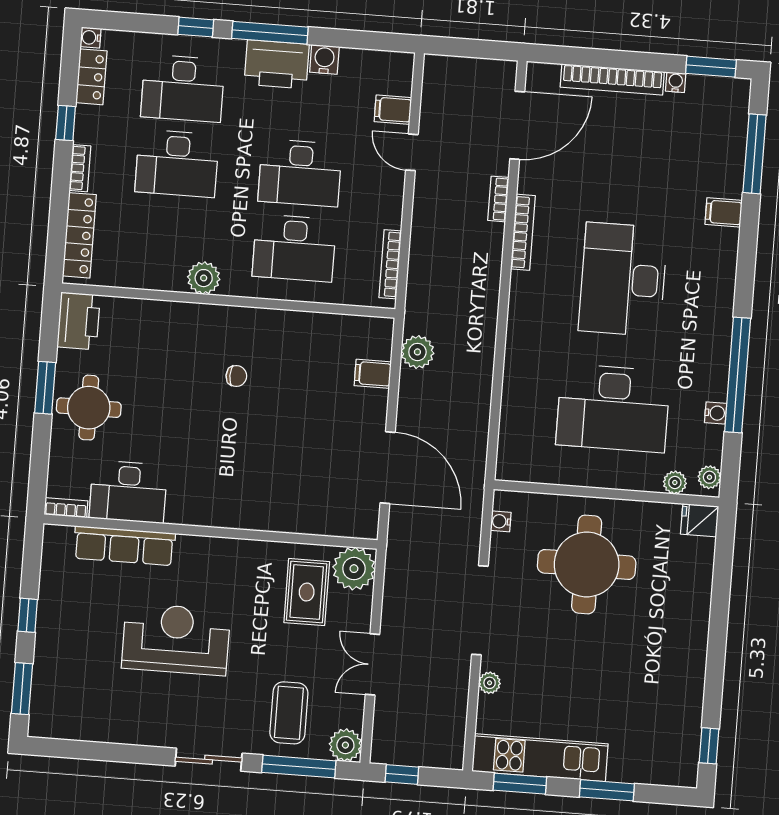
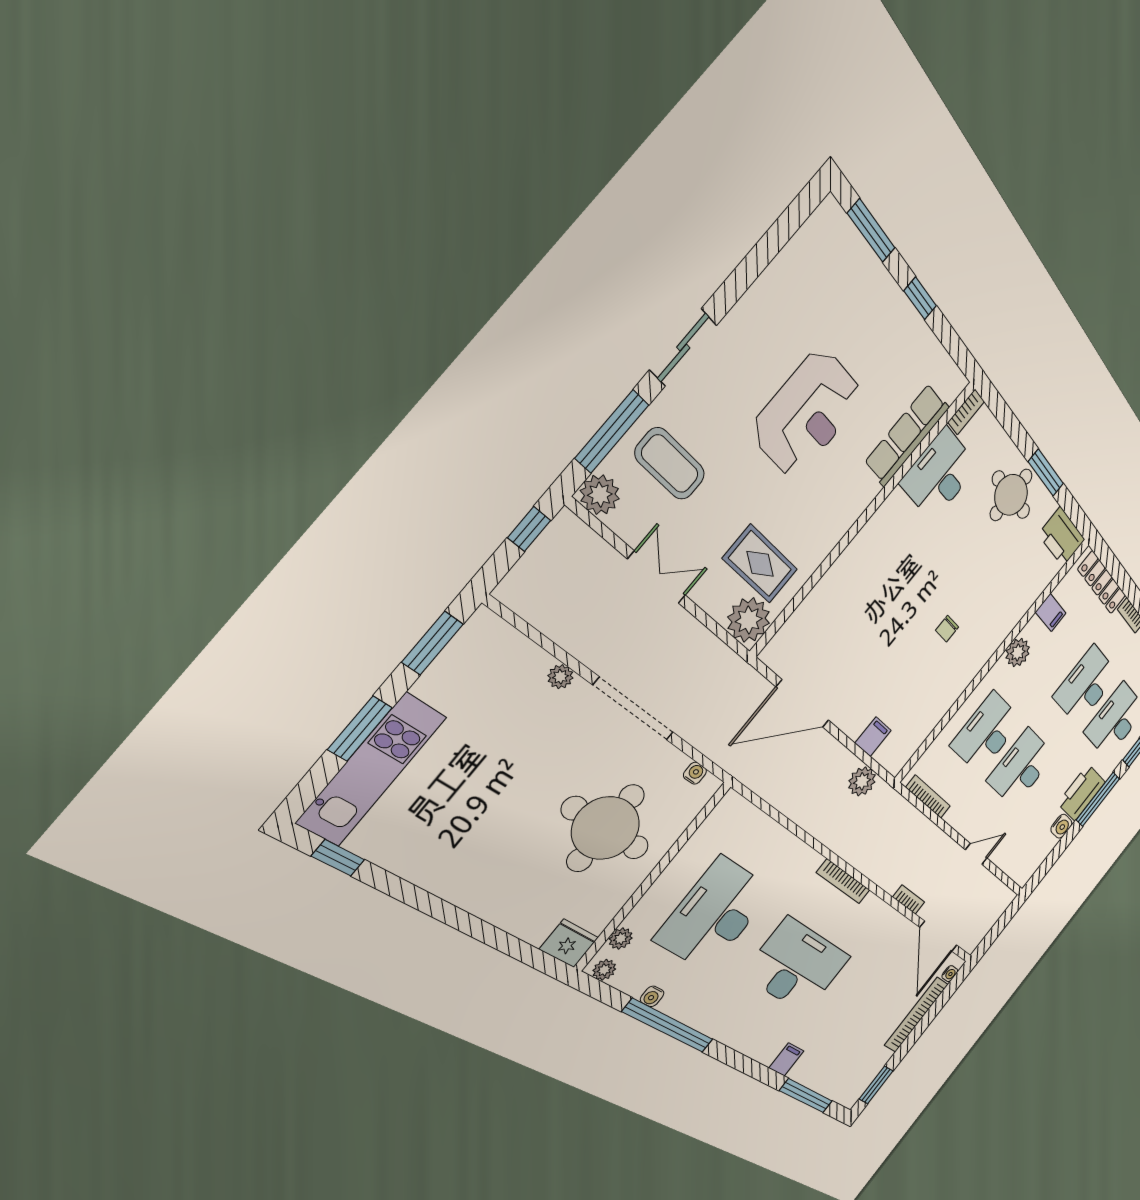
water cooler: (676, 82) -> (950, 974), moved
filing cabinet: (393, 110) -> (1051, 613), moved, turned 90
bookcase: (523, 232) -> (843, 881), moved
fridge: (700, 520) -> (569, 943), width x1.38
kitchen unit: (540, 758) -> (372, 769), moved

